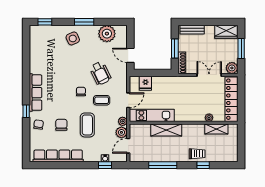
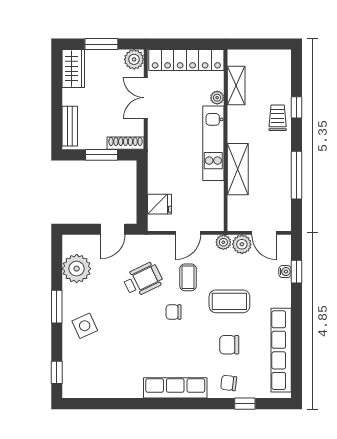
door: (128, 100) -> (188, 233), swing flipped
window: (26, 111) -> (245, 404), moved
kitchen unit: (152, 115) -> (213, 143), moved

